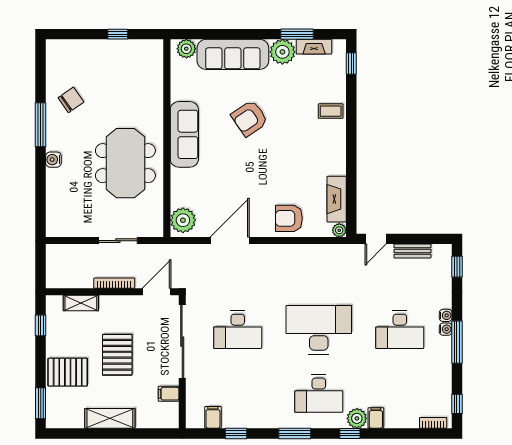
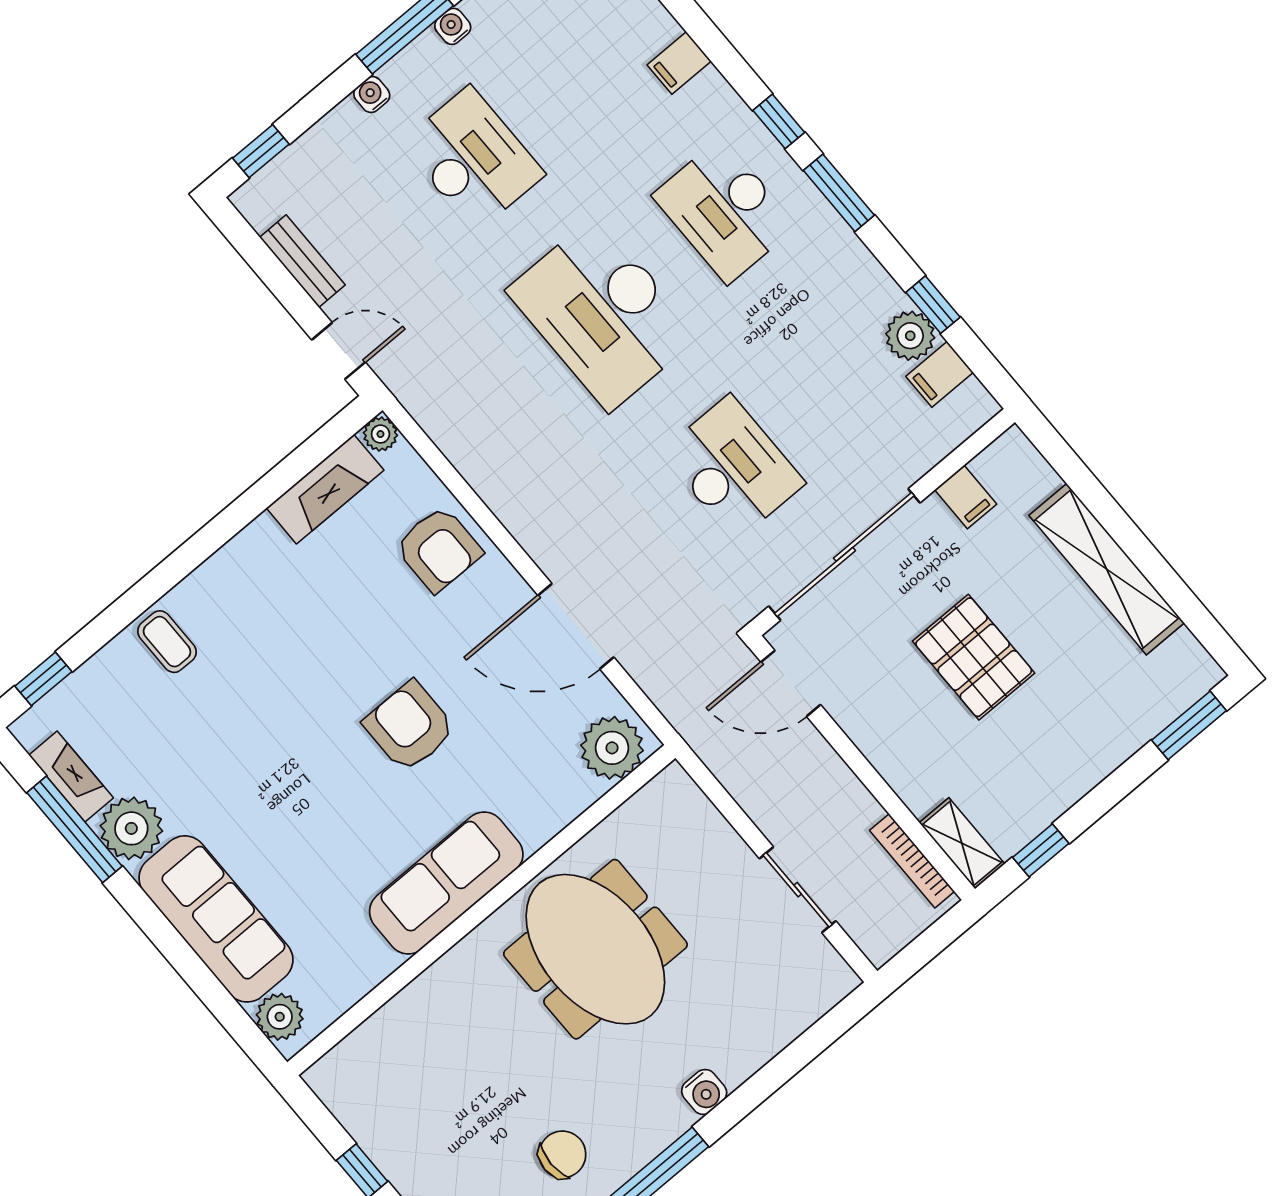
window: (297, 34) -> (74, 829), width x1.44
chair: (71, 100) -> (562, 1154), turned 125
armchair: (250, 118) -> (409, 726), moved, turned -146
meeting table: (125, 163) -> (595, 949), turned 90
sliding door: (118, 241) -> (798, 890), moved
bookcase: (114, 283) -> (912, 861), moved
shelving: (81, 303) -> (962, 843), moved
water cooler: (446, 329) -> (453, 26), moved
pallet: (117, 355) -> (974, 657), turned 90
pallet: (68, 372) -> (1086, 724), removed
desk: (319, 394) -> (725, 211), turned 180
shelving: (110, 418) -> (1107, 569), width x1.47
plant: (357, 418) -> (910, 336), moved
window: (350, 433) -> (779, 121), moved

